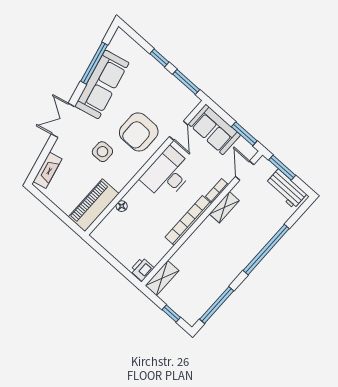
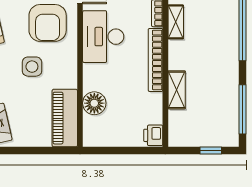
floor lamp: (122, 206) -> (94, 103), width x1.89, depth x1.89
shelving: (162, 278) -> (177, 90), moved

